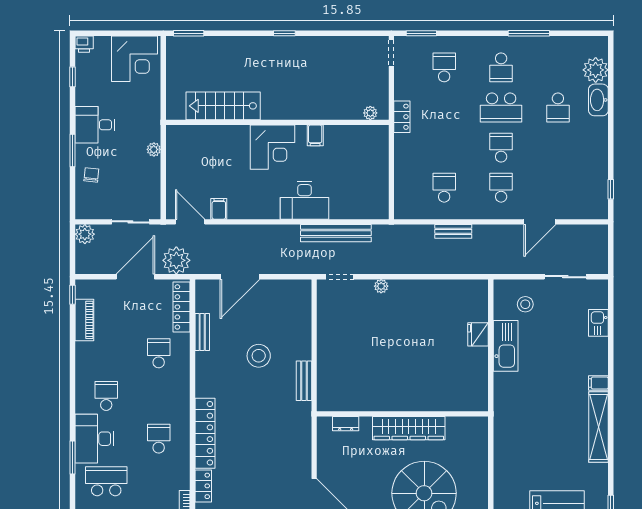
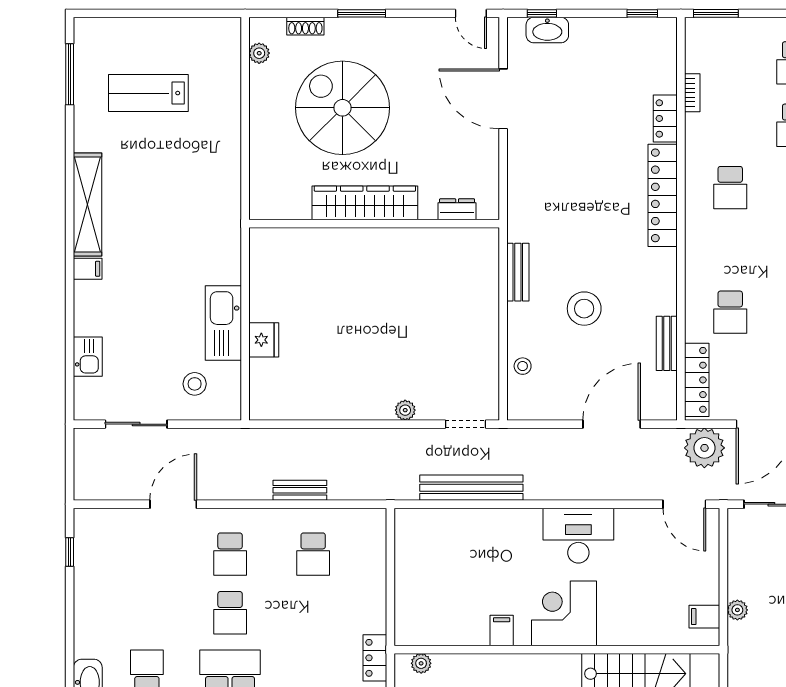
desk: (305, 200) -> (578, 536), moved
filing cabinet: (219, 209) -> (704, 617), moved, turned 90
stool: (301, 316) -> (523, 366), added

